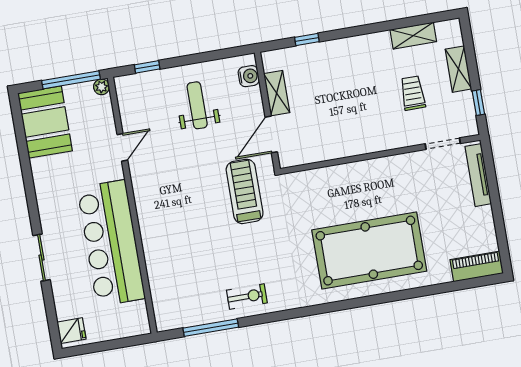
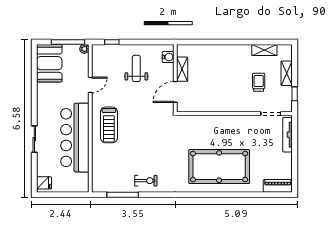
window: (307, 40) -> (204, 42), removed
treadmill: (245, 191) -> (109, 125), moved, turned 180

